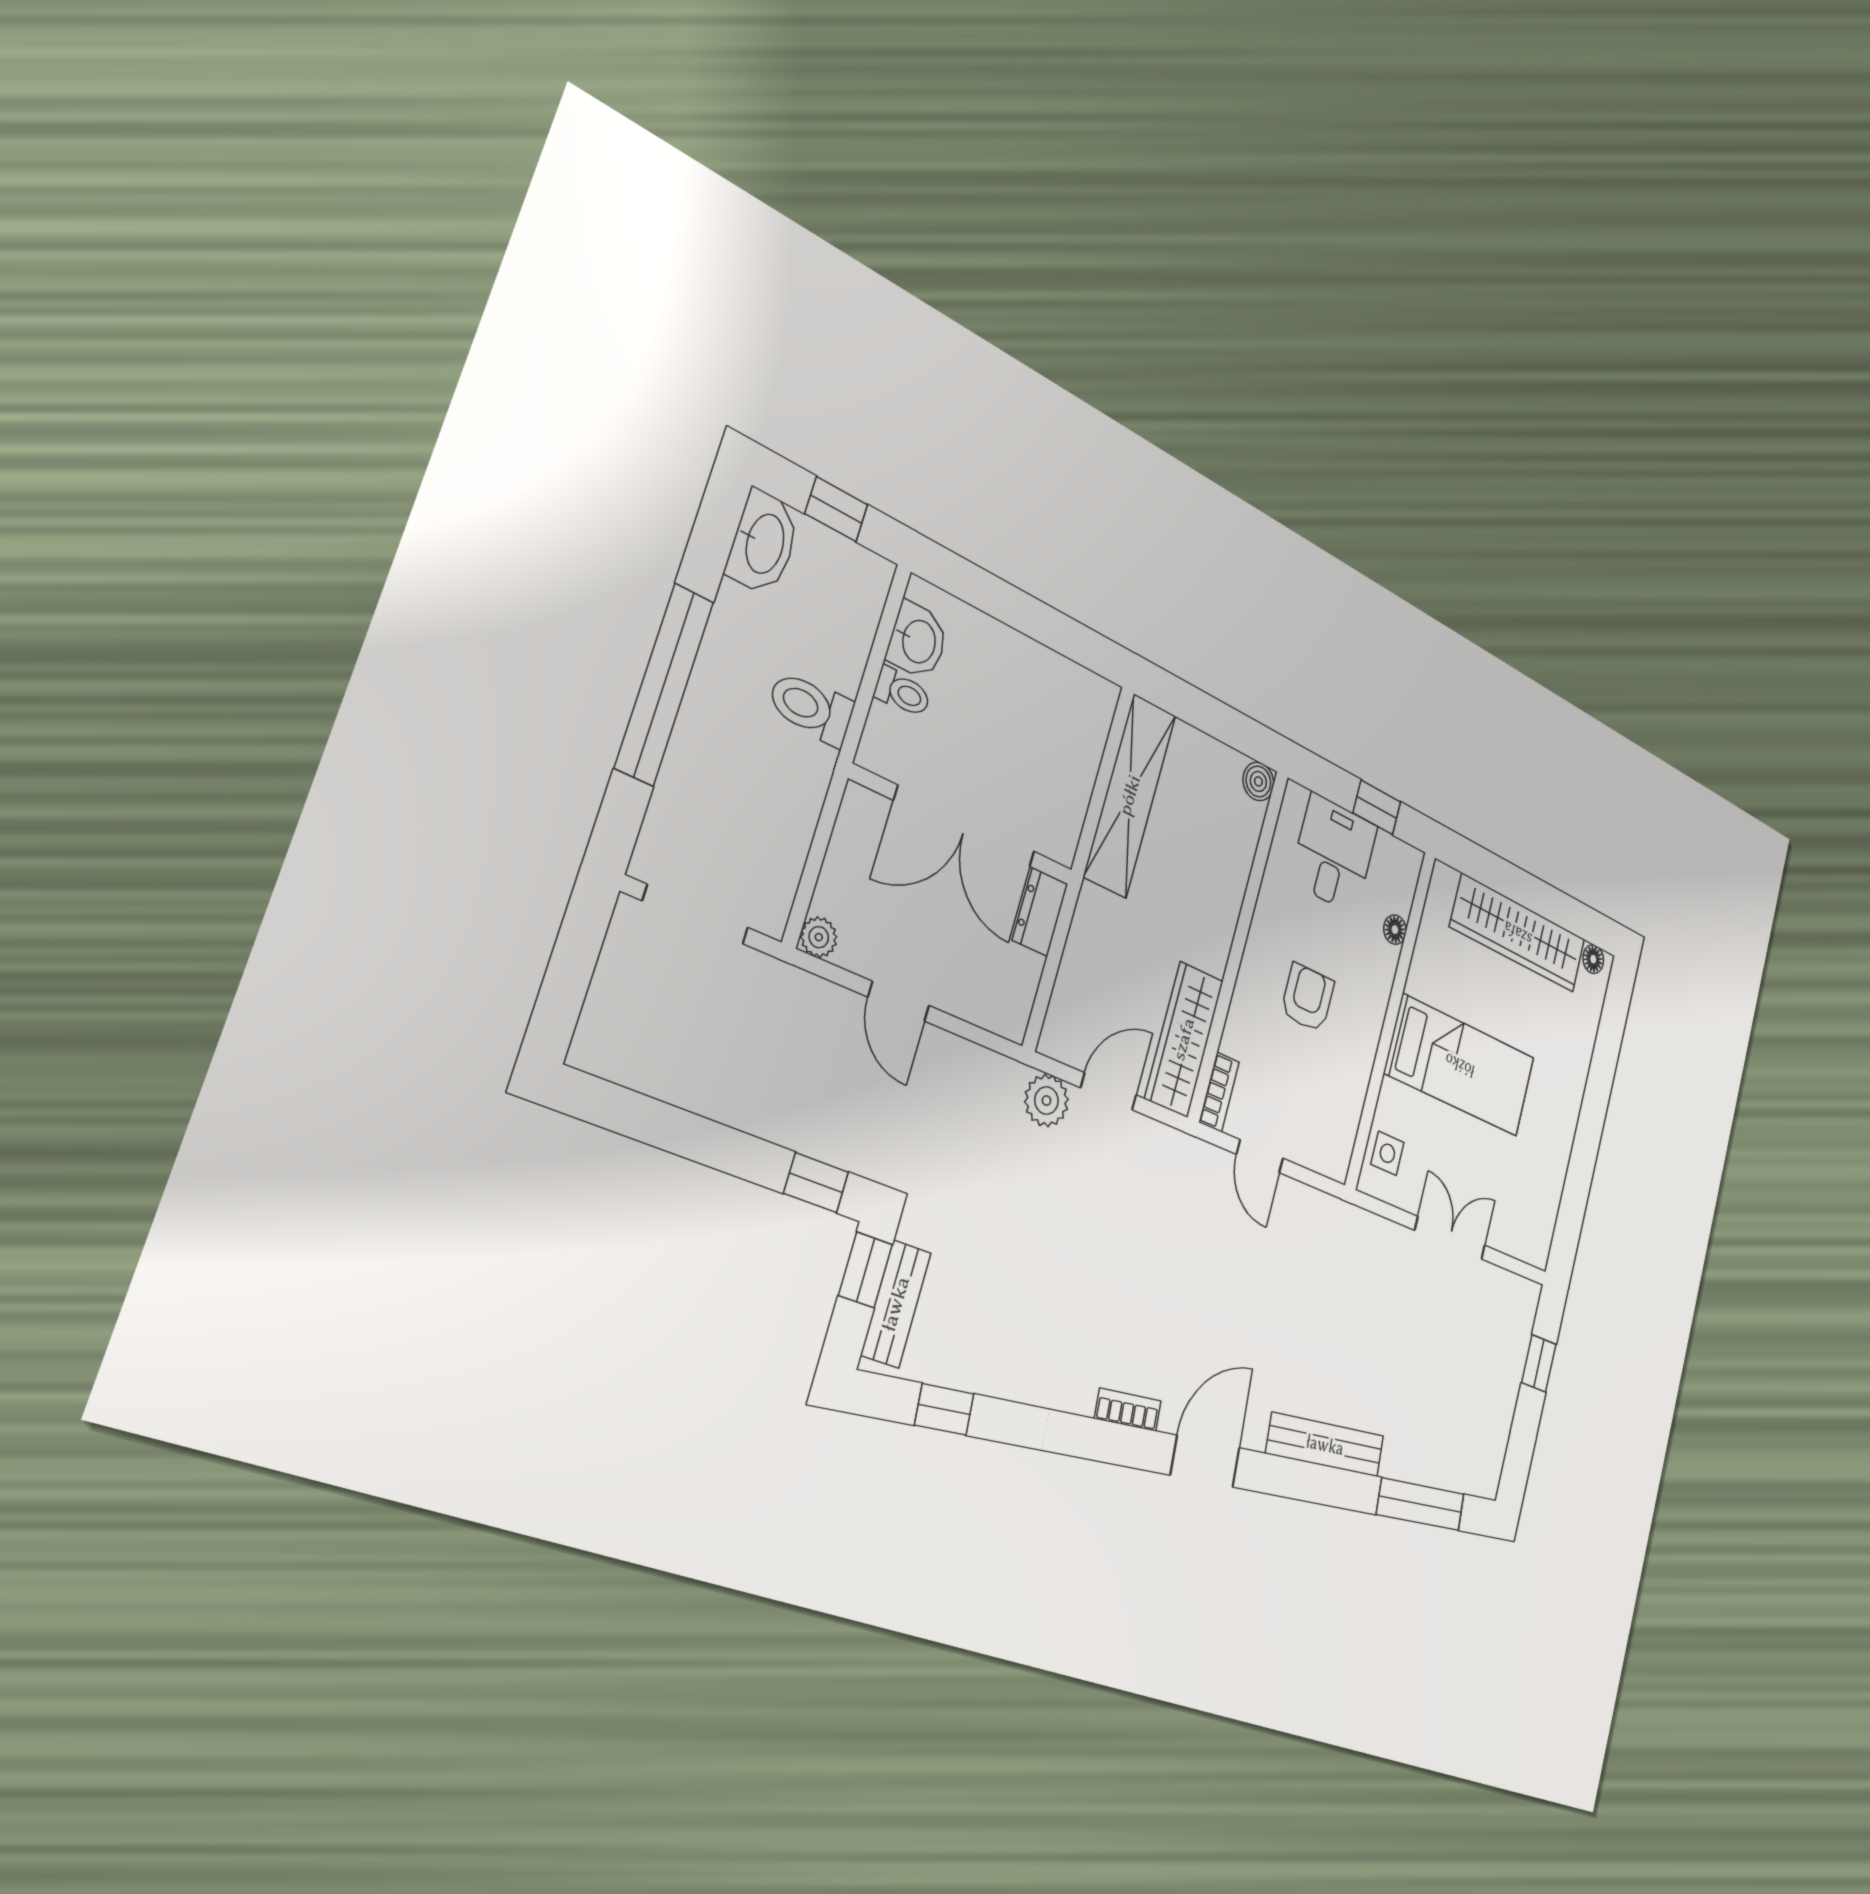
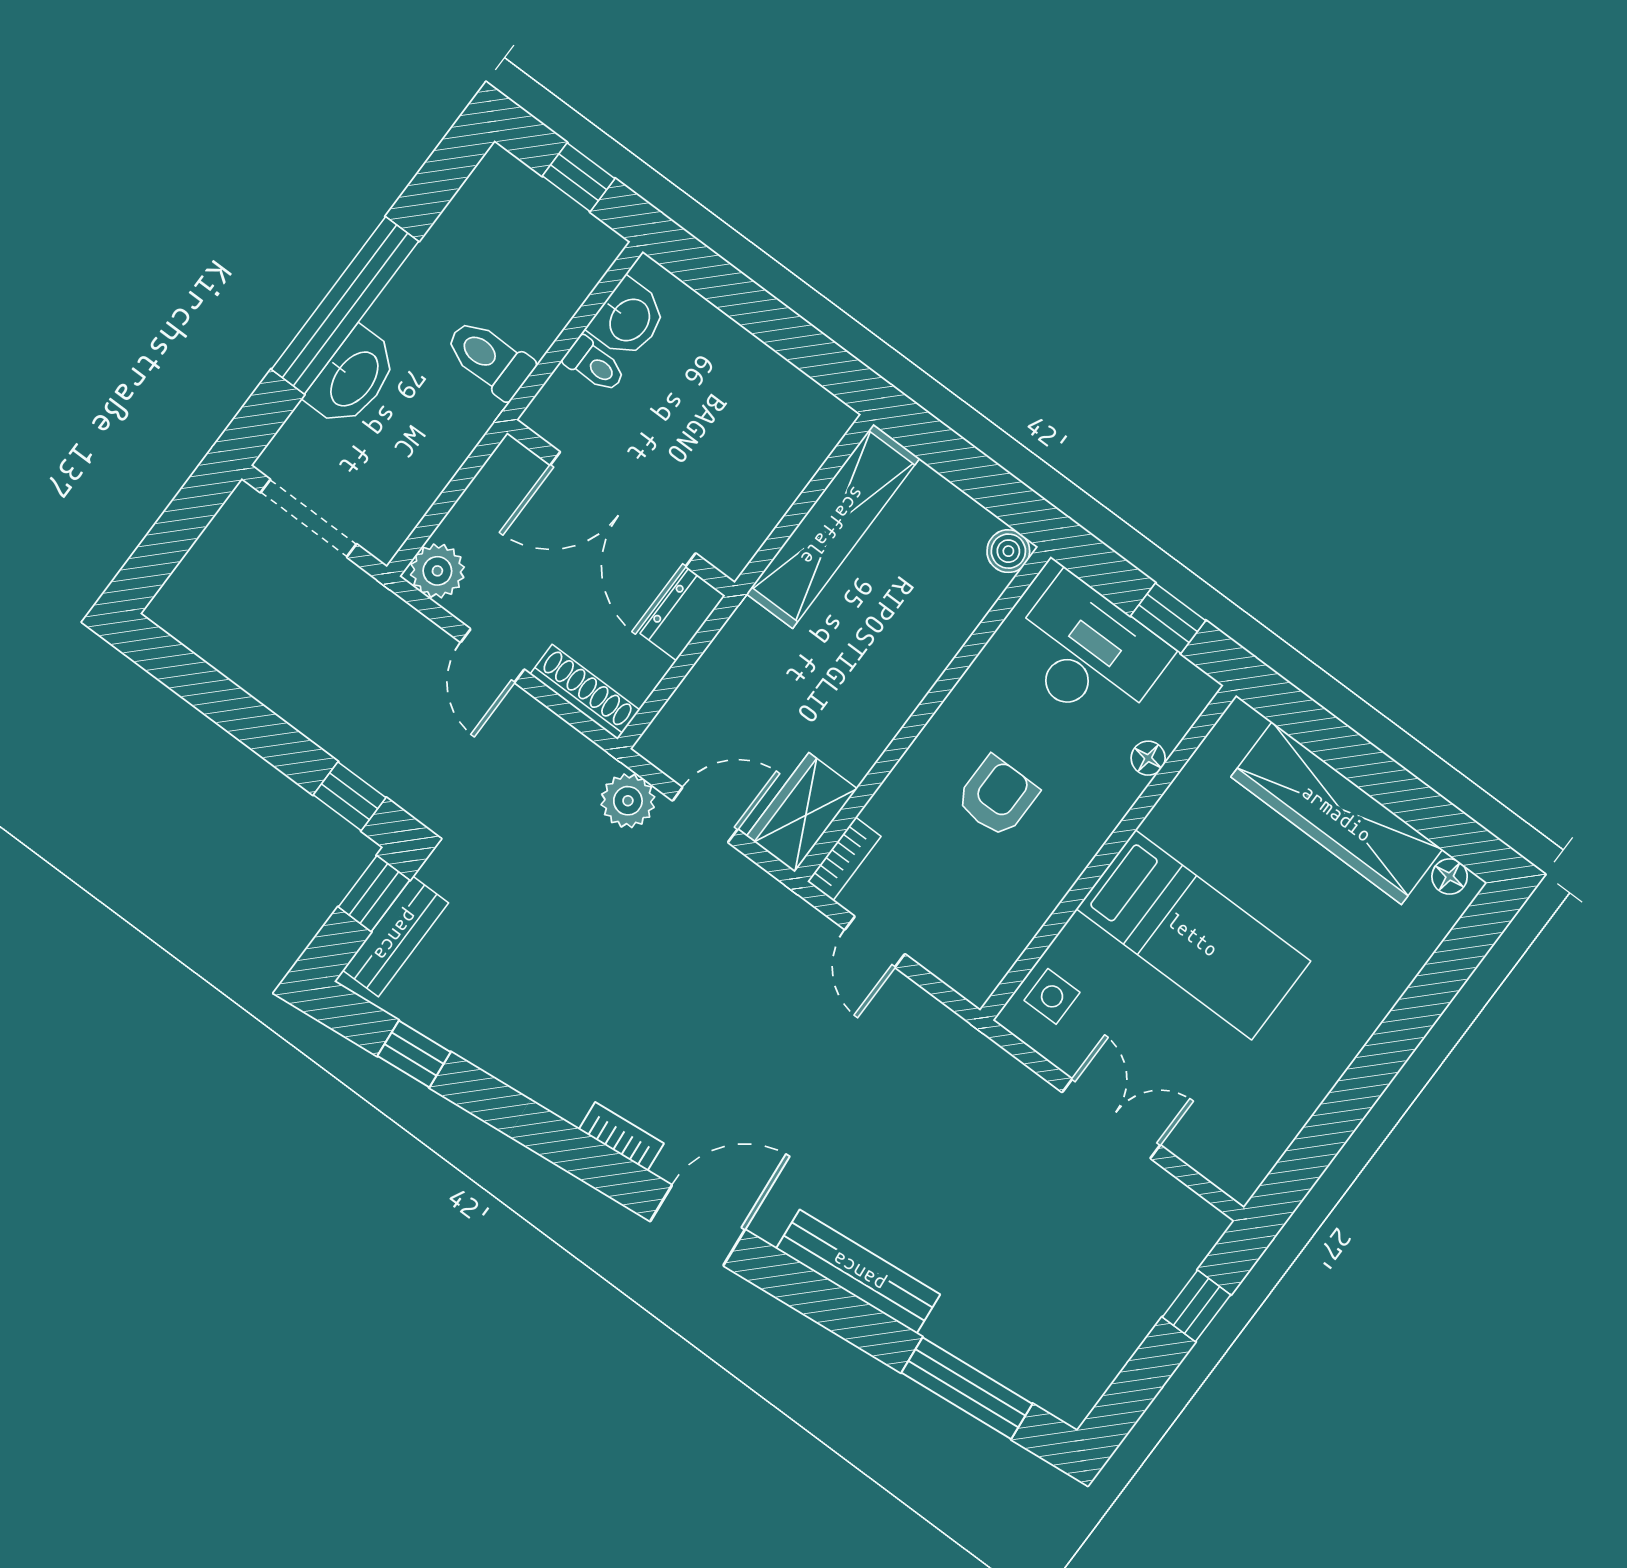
washbasin: (763, 543) -> (353, 378), moved
desk: (1334, 854) -> (1088, 653), width x1.37
plant: (819, 937) -> (437, 571), width x1.38, depth x1.38
shoe rack: (984, 1010) -> (585, 692), added
wardrobe: (1184, 1039) -> (802, 812), width x0.67

